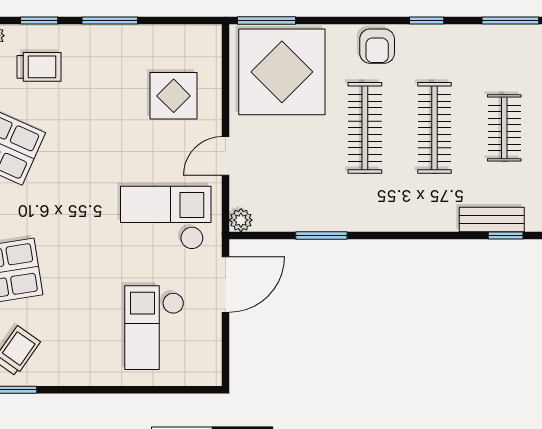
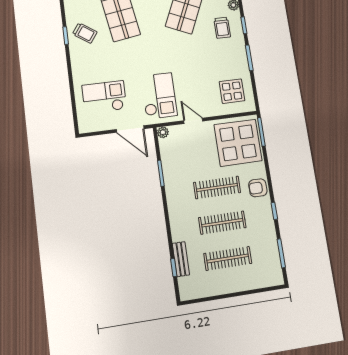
display table: (174, 96) -> (232, 91), moved
clothes rail: (504, 128) -> (228, 258), width x1.36

